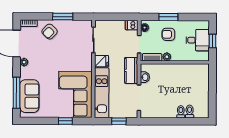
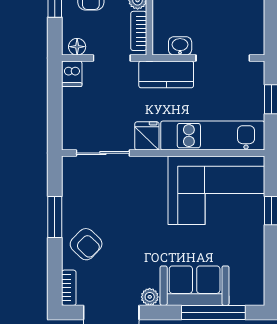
sofa: (29, 96) -> (195, 286), moved

